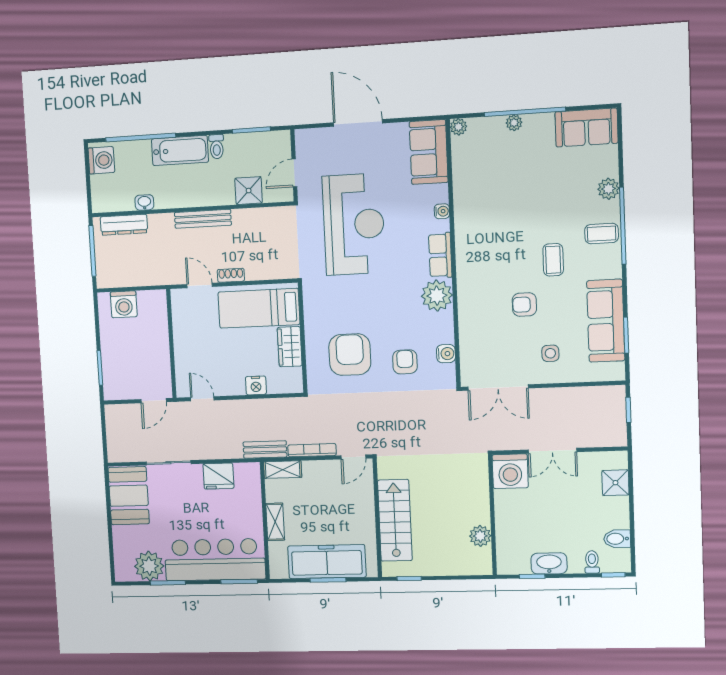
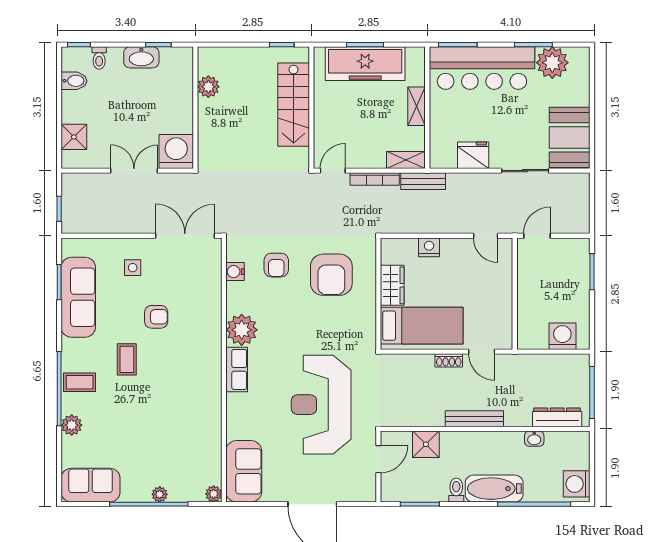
water cooler: (442, 211) -> (233, 413), removed

